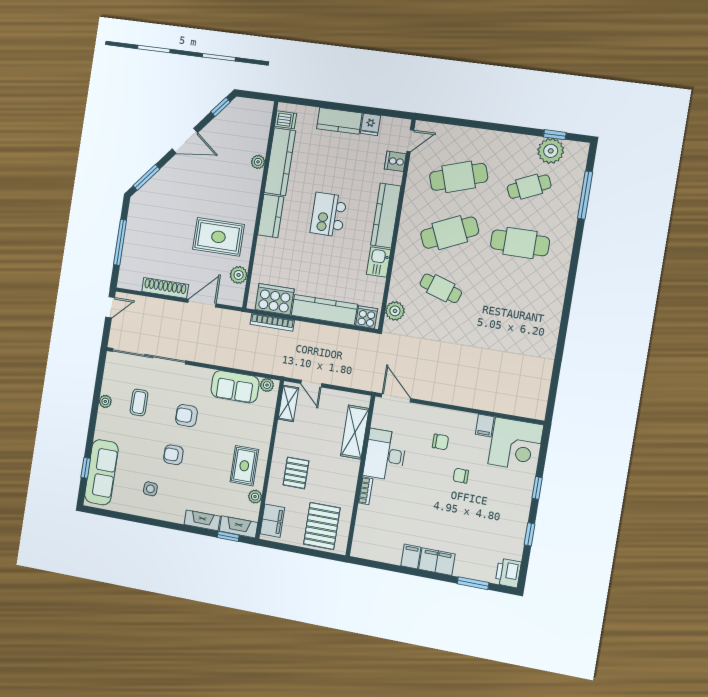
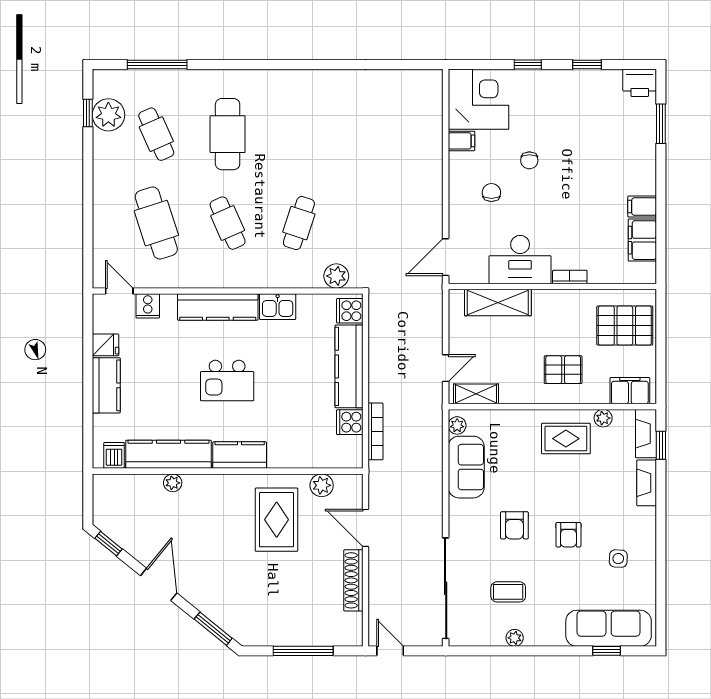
cafe table: (450, 233) -> (228, 223), width x0.73, depth x0.74
cooker: (275, 299) -> (350, 422), width x0.53, depth x0.76
filing cabinet: (437, 562) -> (642, 240), moved

